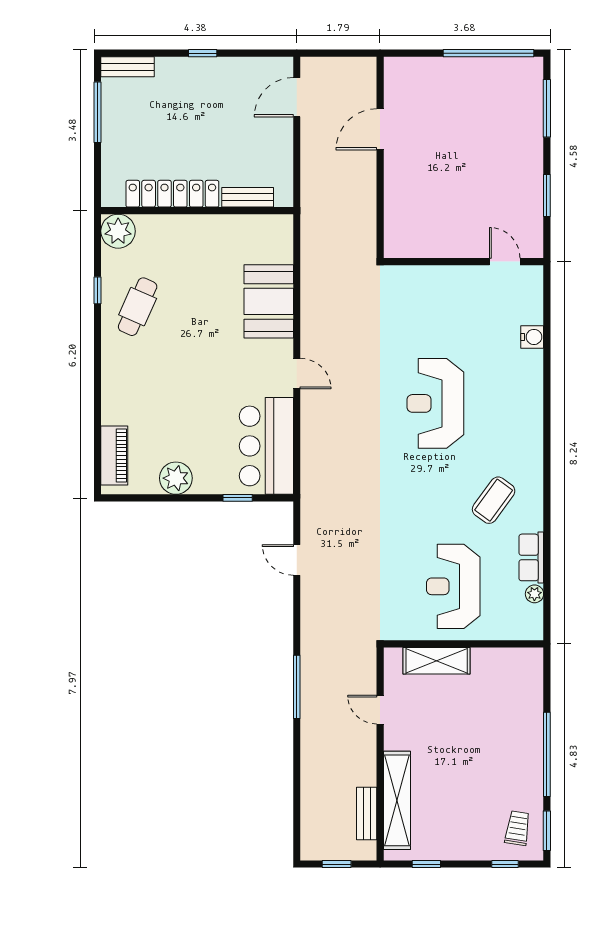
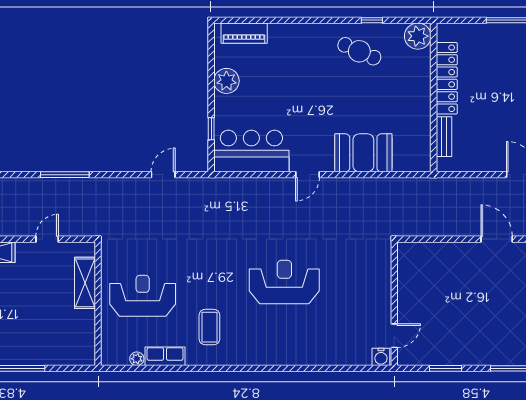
water cooler: (532, 337) -> (381, 357), moved
coffee table: (494, 500) -> (209, 327), turned 54

